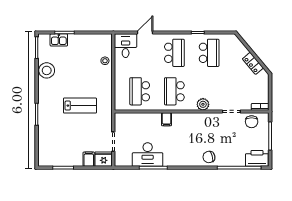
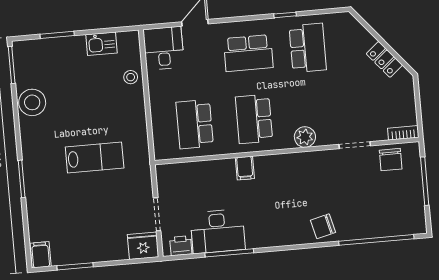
kitchen sink: (59, 40) -> (102, 44), moved
school desk: (174, 53) -> (248, 53), turned 90
printer: (257, 158) -> (181, 246), moved, width x0.53, depth x0.68
filing cabinet: (89, 159) -> (41, 255), moved

